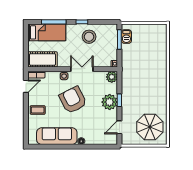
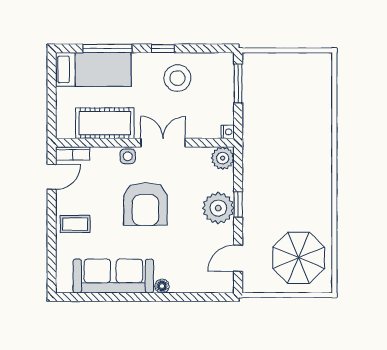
barbecue: (126, 37) -> (252, 78), removed
cot: (42, 59) -> (105, 123), moved
armchair: (73, 100) -> (145, 204), turned -153

